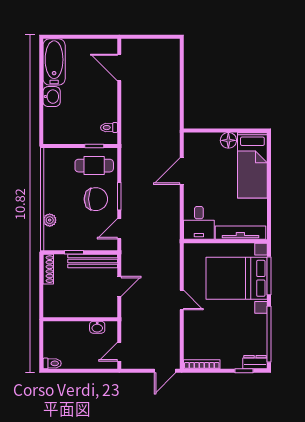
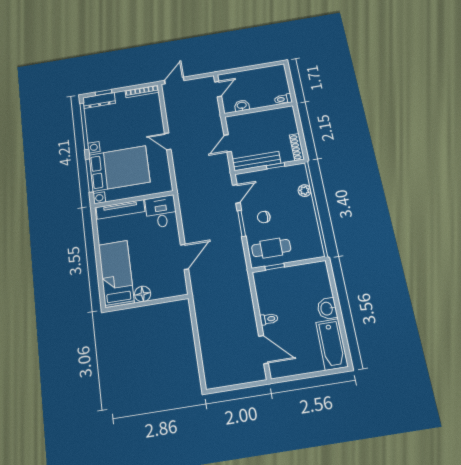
toilet: (109, 128) -> (269, 319), moved
chair: (96, 199) -> (264, 217), width x0.54, depth x0.54
dresser: (255, 362) -> (99, 100), width x1.44
toilet: (52, 363) -> (283, 99), moved

